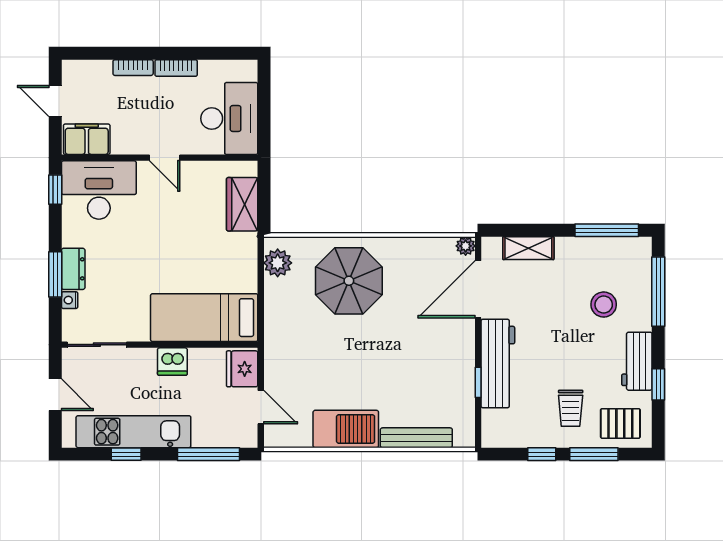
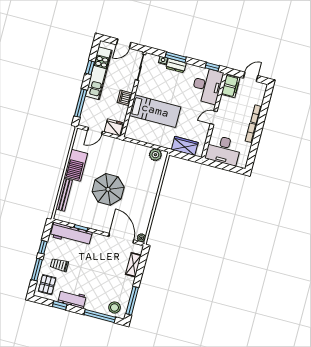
parasol: (349, 281) -> (108, 189), moved
stool: (604, 305) -> (114, 307), moved
bed: (204, 318) -> (155, 111), moved, turned 90
workbench: (498, 363) -> (71, 234), moved

